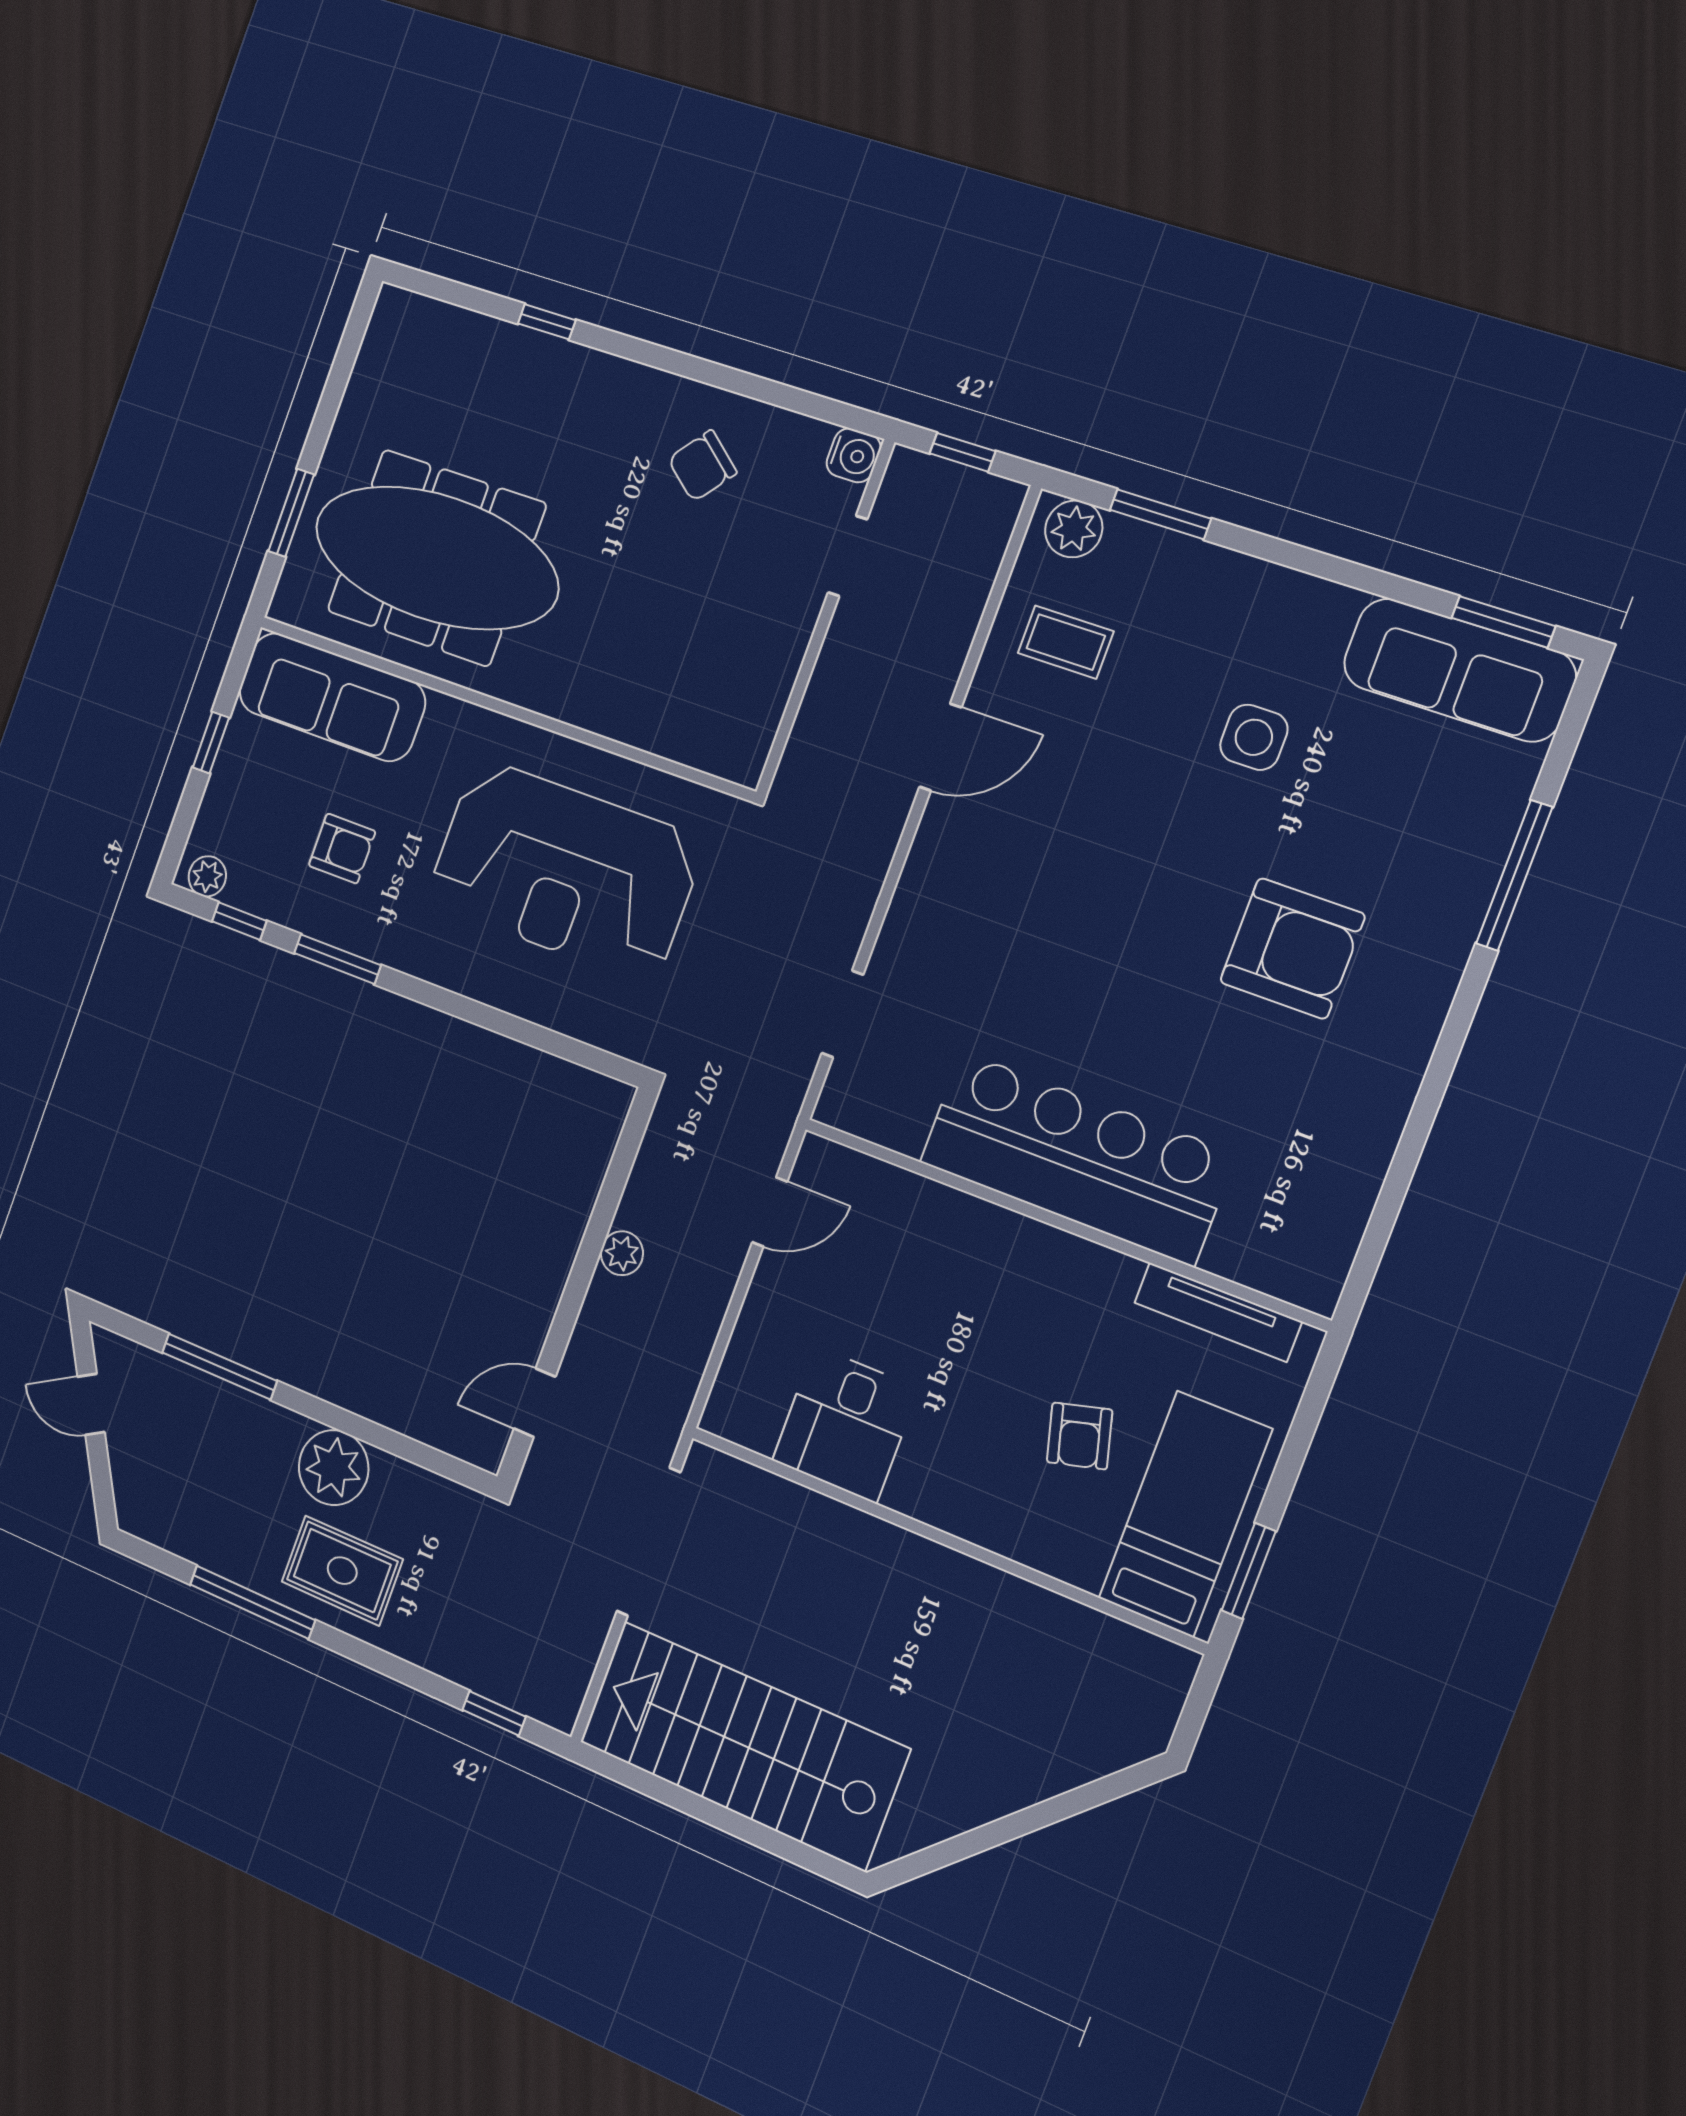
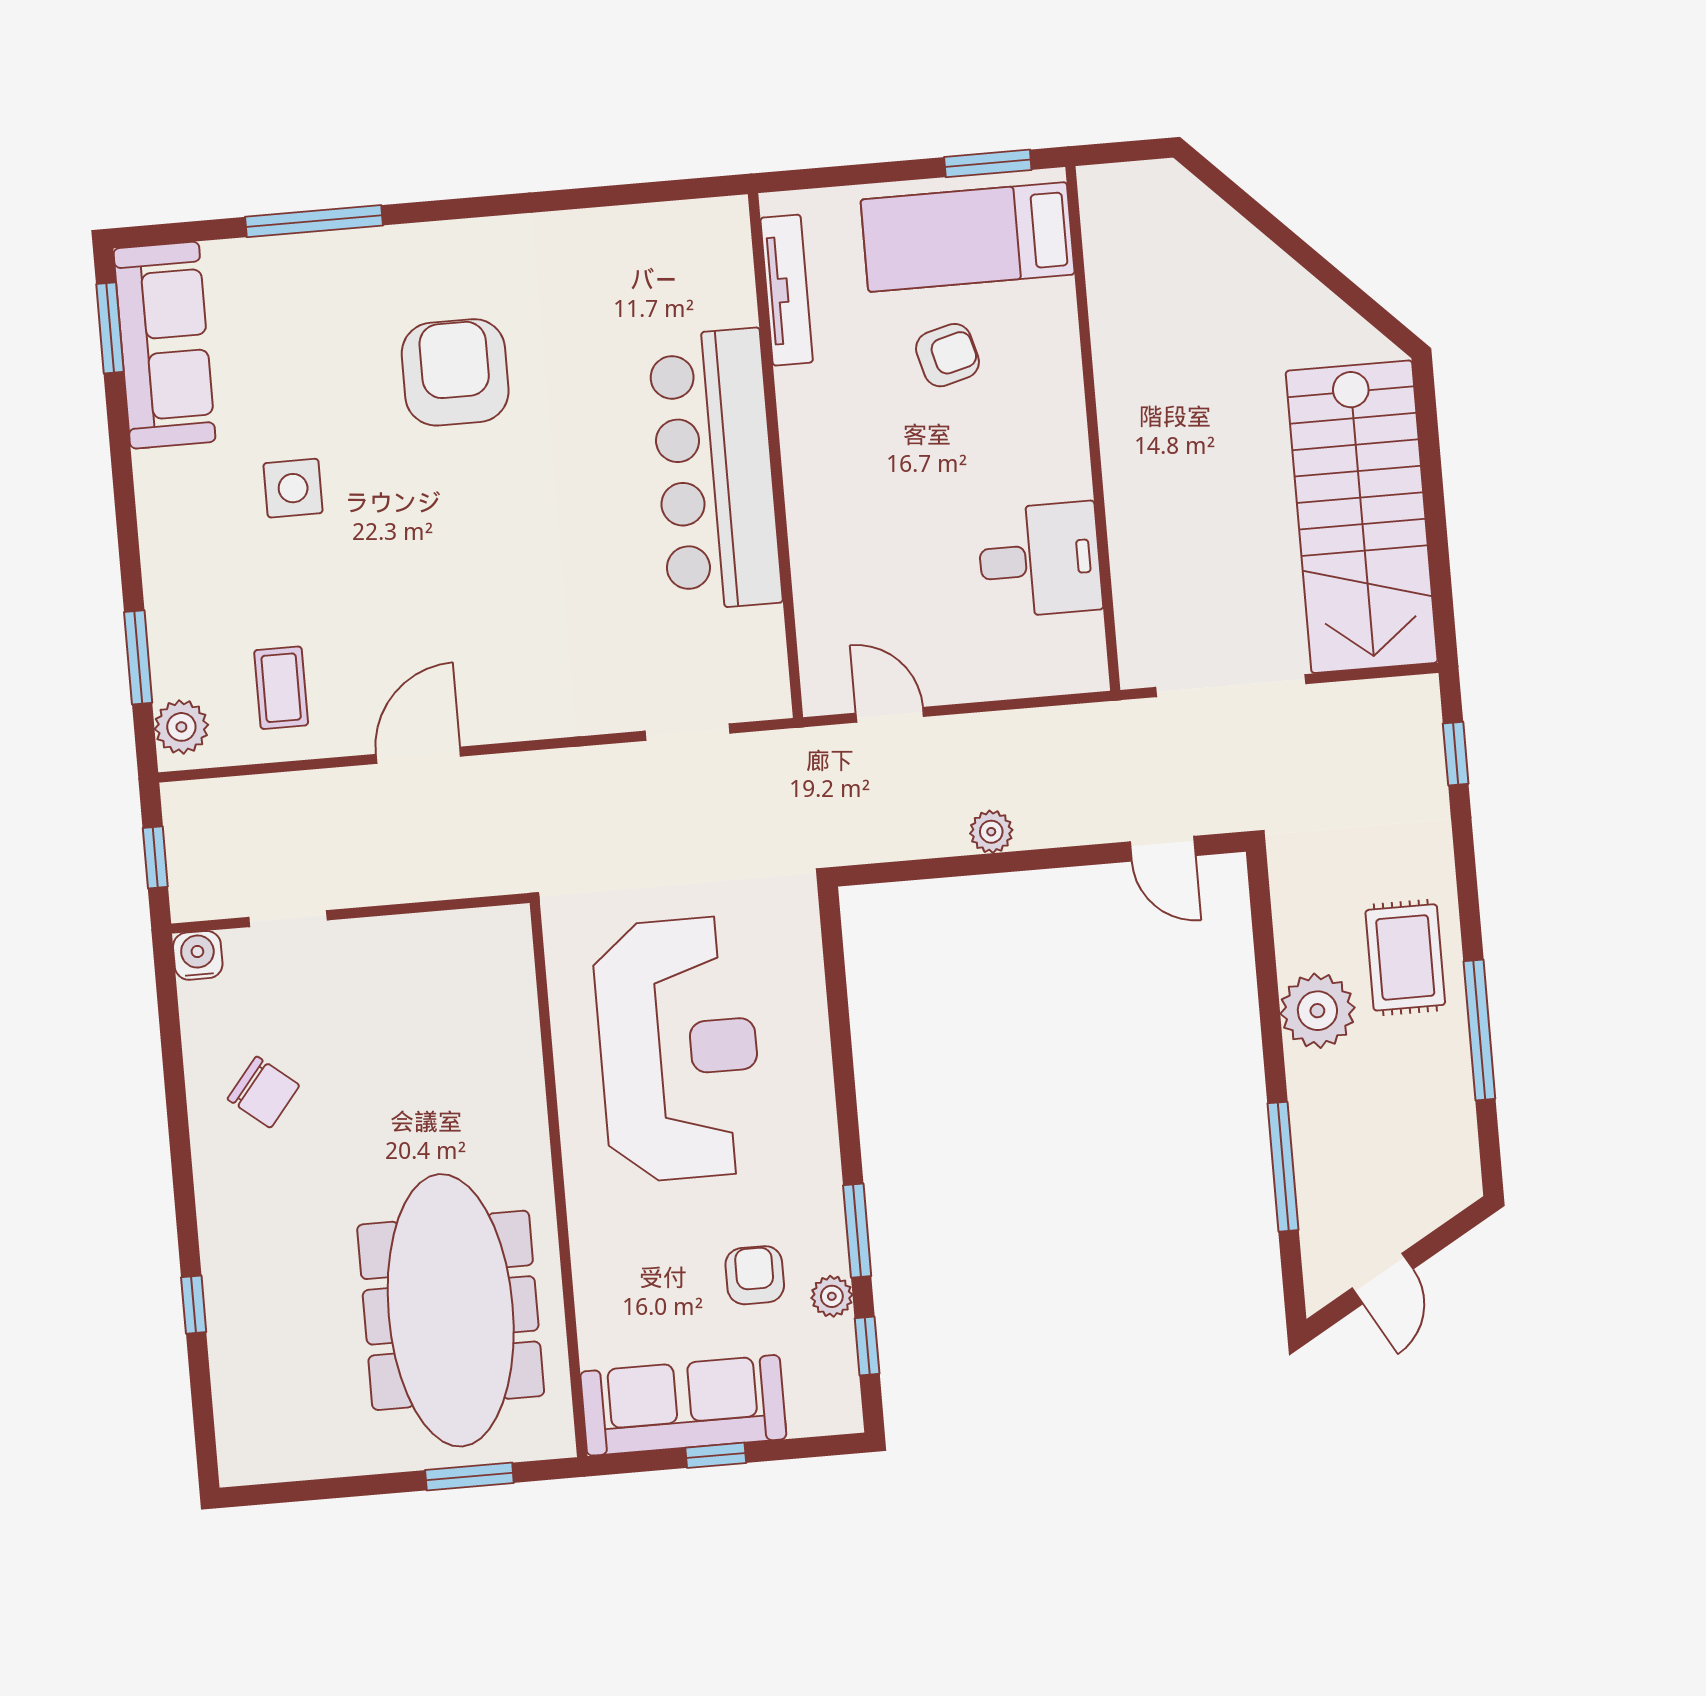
sofa: (332, 697) -> (683, 1405), moved, turned -90
door: (940, 747) -> (418, 755), hinge flipped
plant: (207, 876) -> (832, 1296), moved

